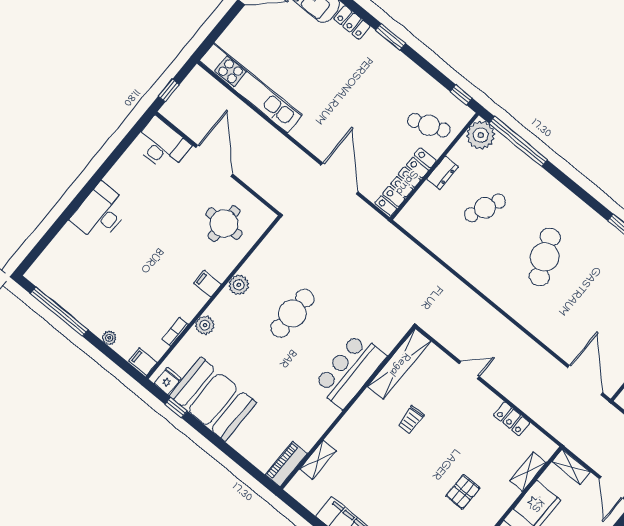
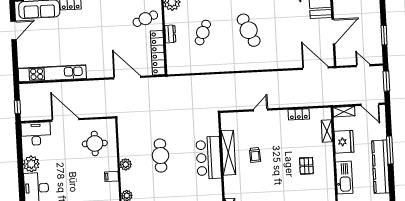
plant: (122, 177) -> (31, 164), added
shelving: (399, 364) -> (228, 153), moved

